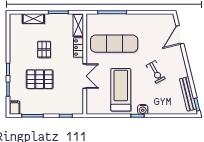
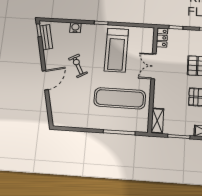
door: (180, 35) -> (45, 80), moved
locker: (79, 47) -> (162, 38), moved
bench: (188, 94) -> (46, 37), width x0.73
water cooler: (143, 109) -> (75, 28), moved

